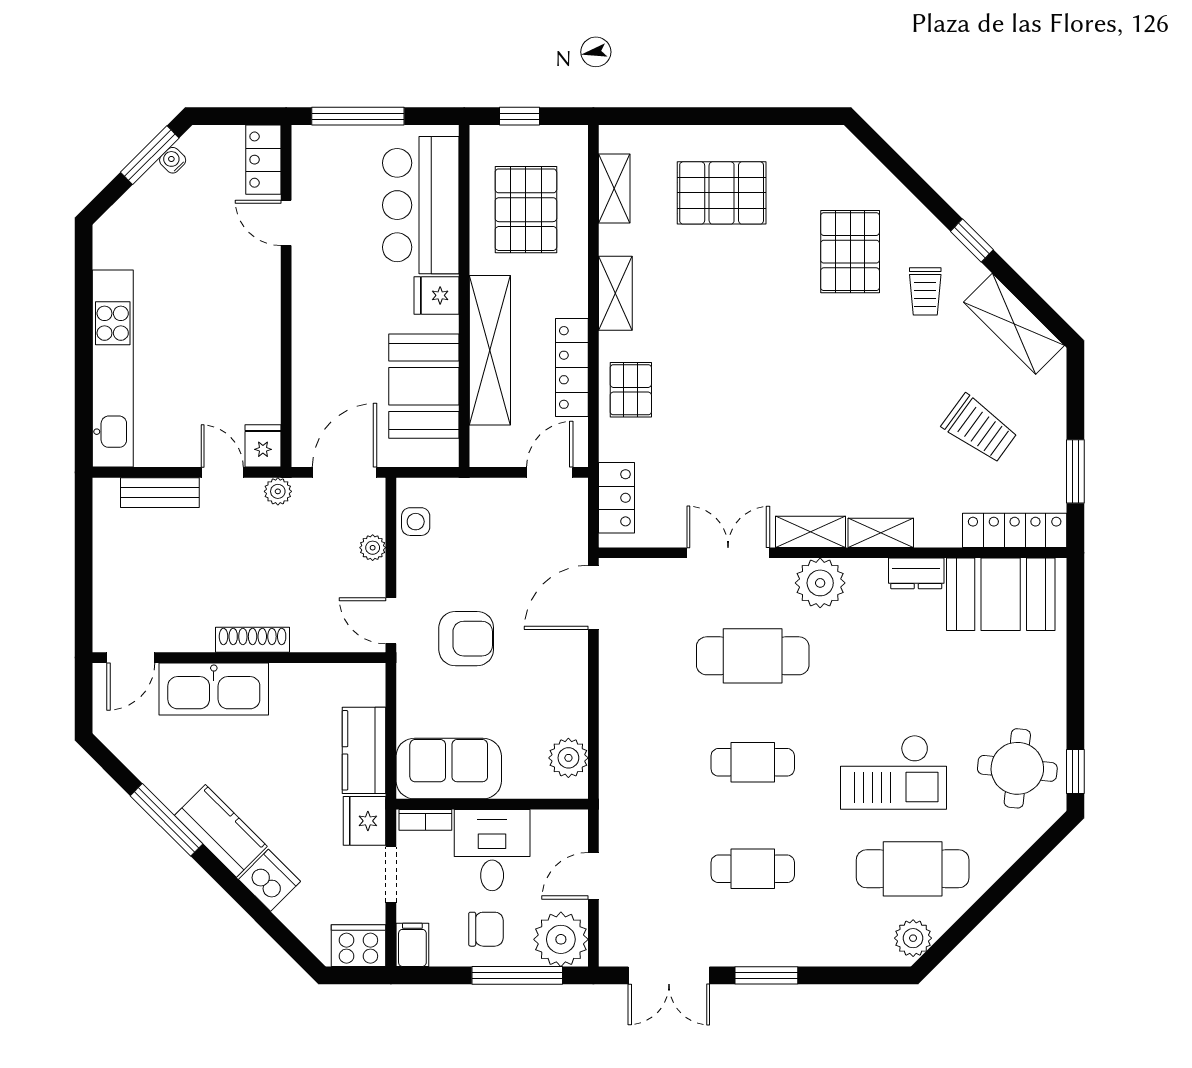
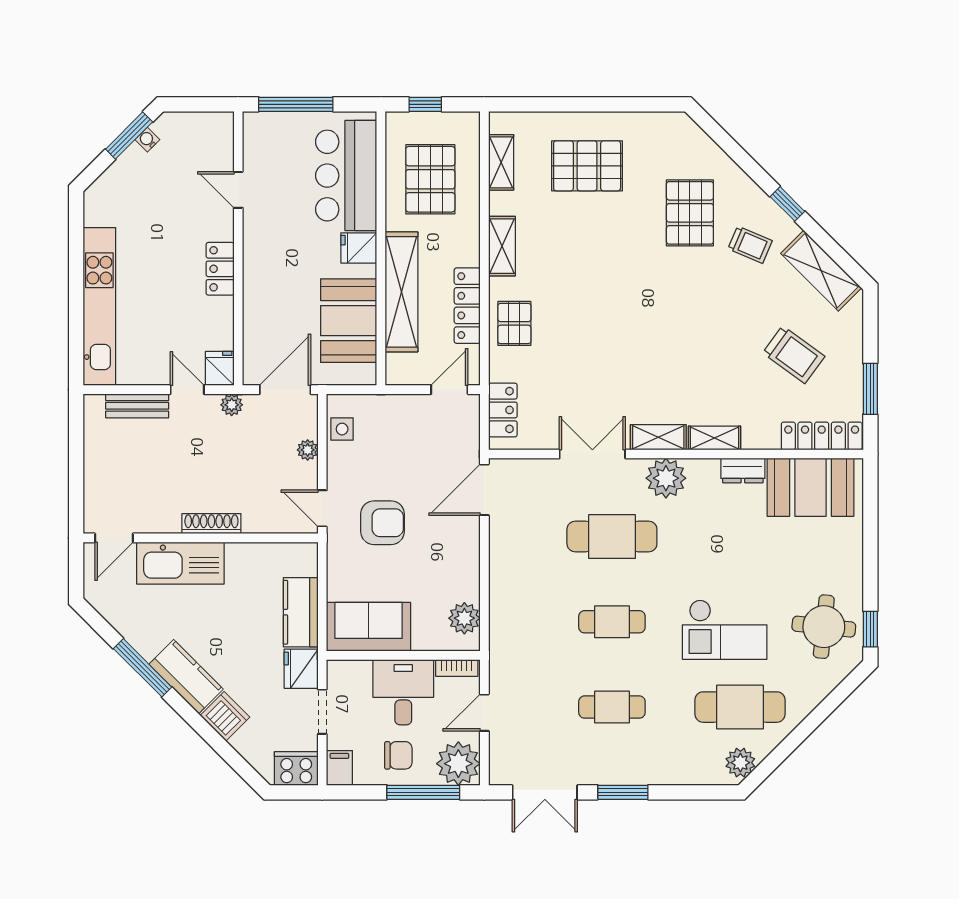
locker: (263, 160) -> (220, 269), moved
trolley: (925, 291) -> (750, 245), turned -67
bookcase: (425, 820) -> (457, 668), moved

